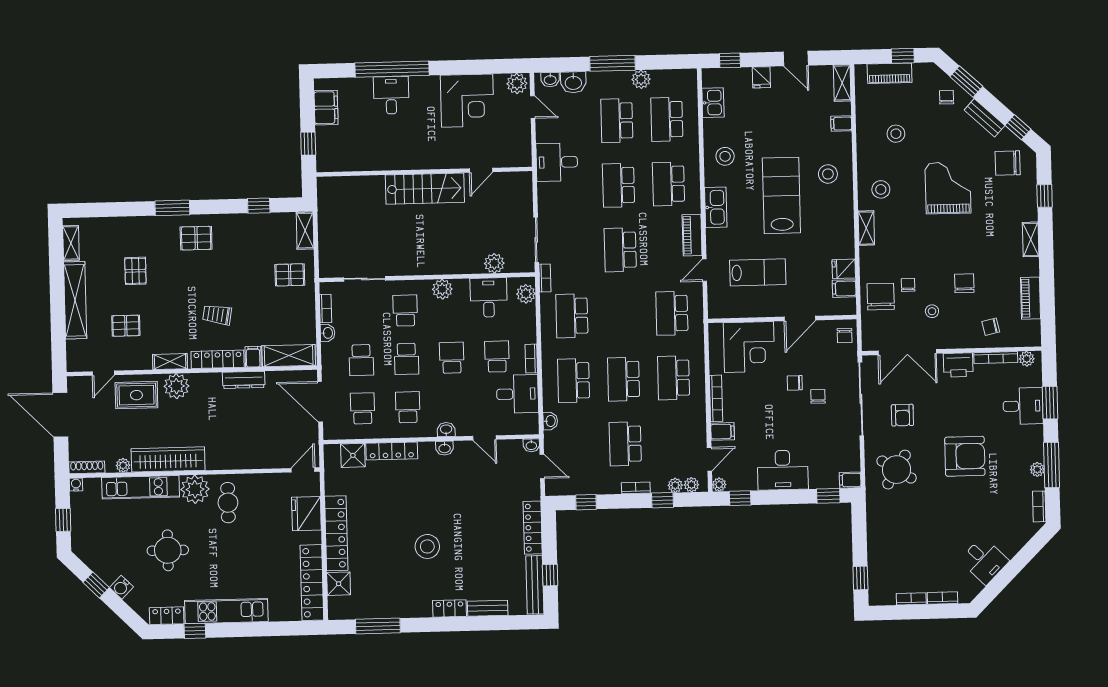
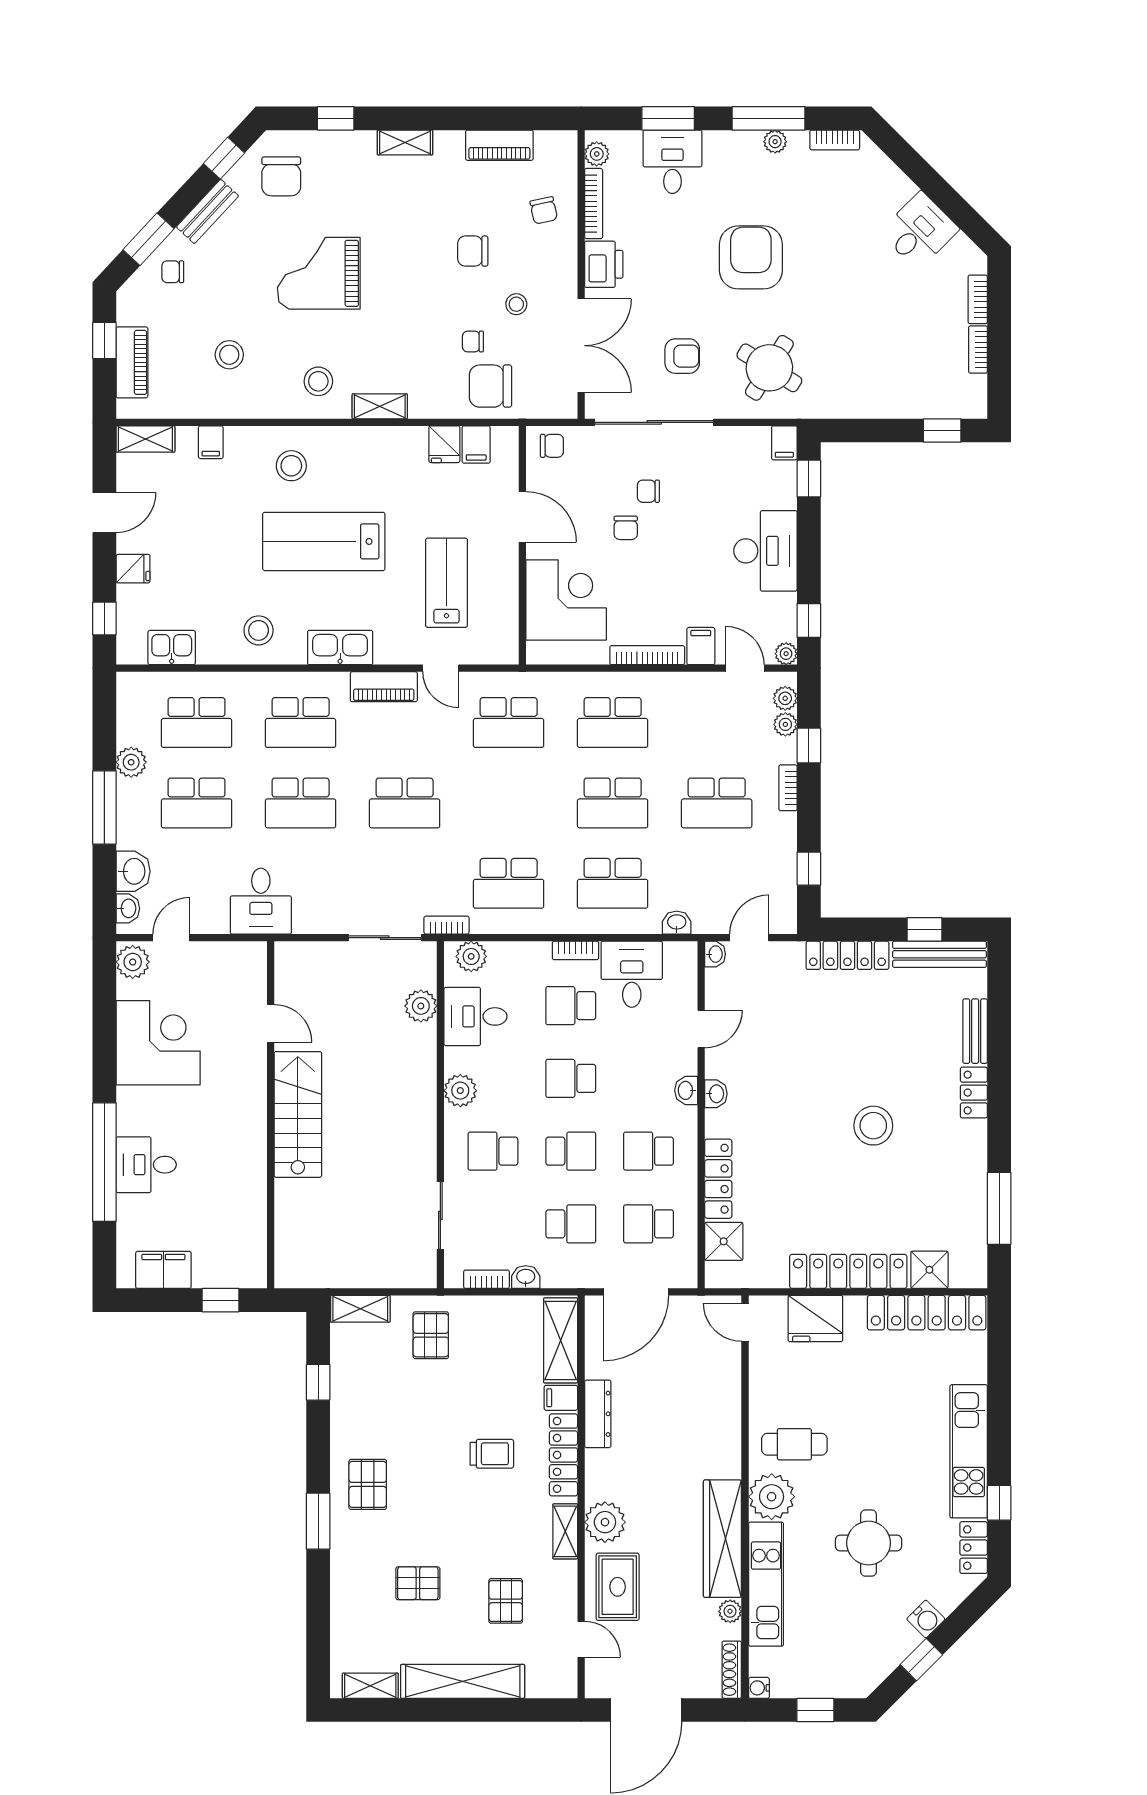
trolley: (217, 315) -> (492, 1454), turned -100

